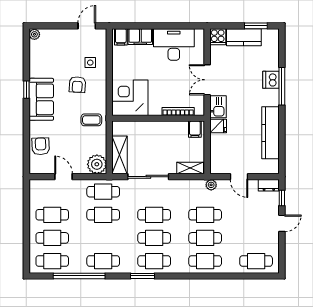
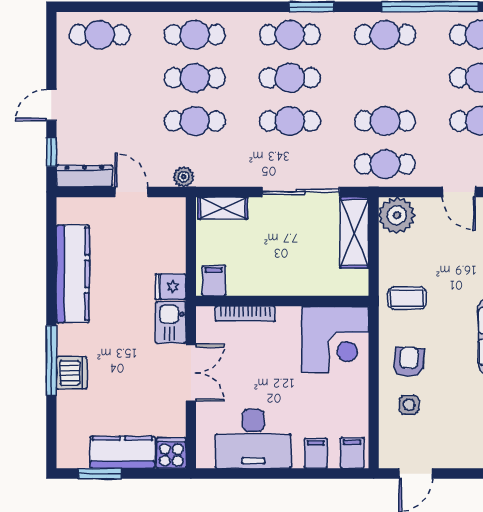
filing cabinet: (140, 37) -> (316, 453), width x0.50
armchair: (77, 85) -> (409, 362), moved
dresser: (269, 185) -> (84, 176), width x1.44

